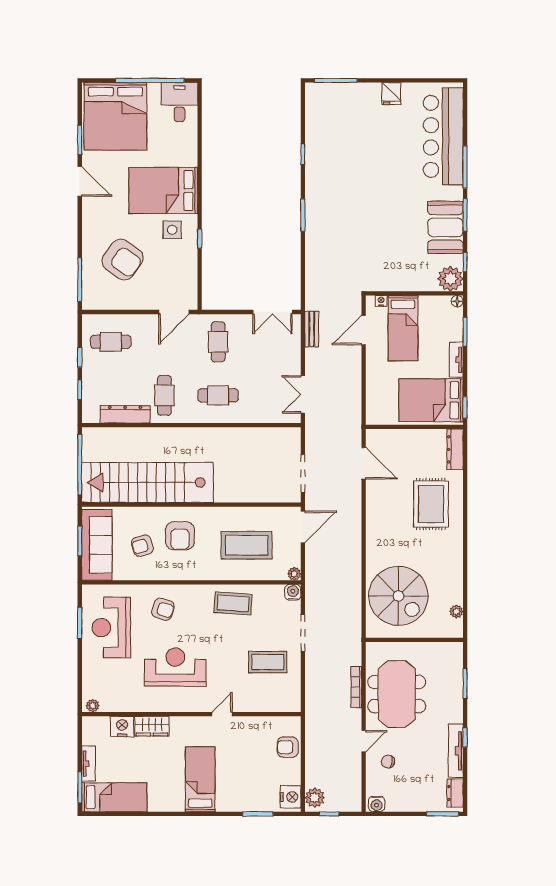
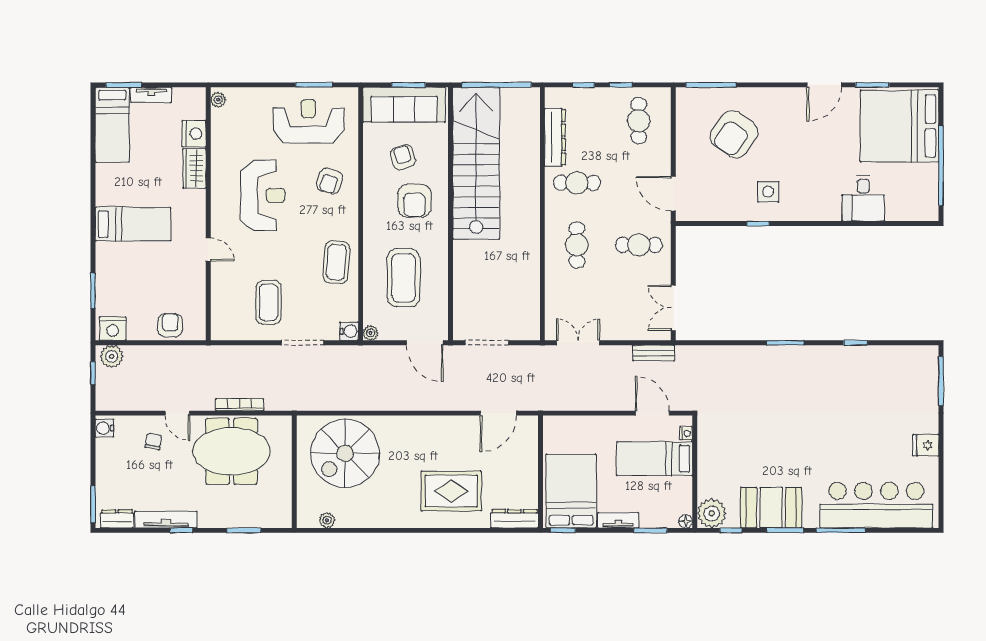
desk: (179, 102) -> (863, 199), moved, turned 90
bed: (163, 191) -> (814, 181), removed
armchair: (180, 536) -> (415, 201), turned -90

